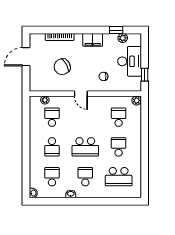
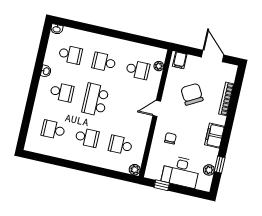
filing cabinet: (36, 84) -> (180, 60), added
school desk: (119, 117) -> (121, 145), turned 180
school desk: (119, 177) -> (53, 130), width x0.54

